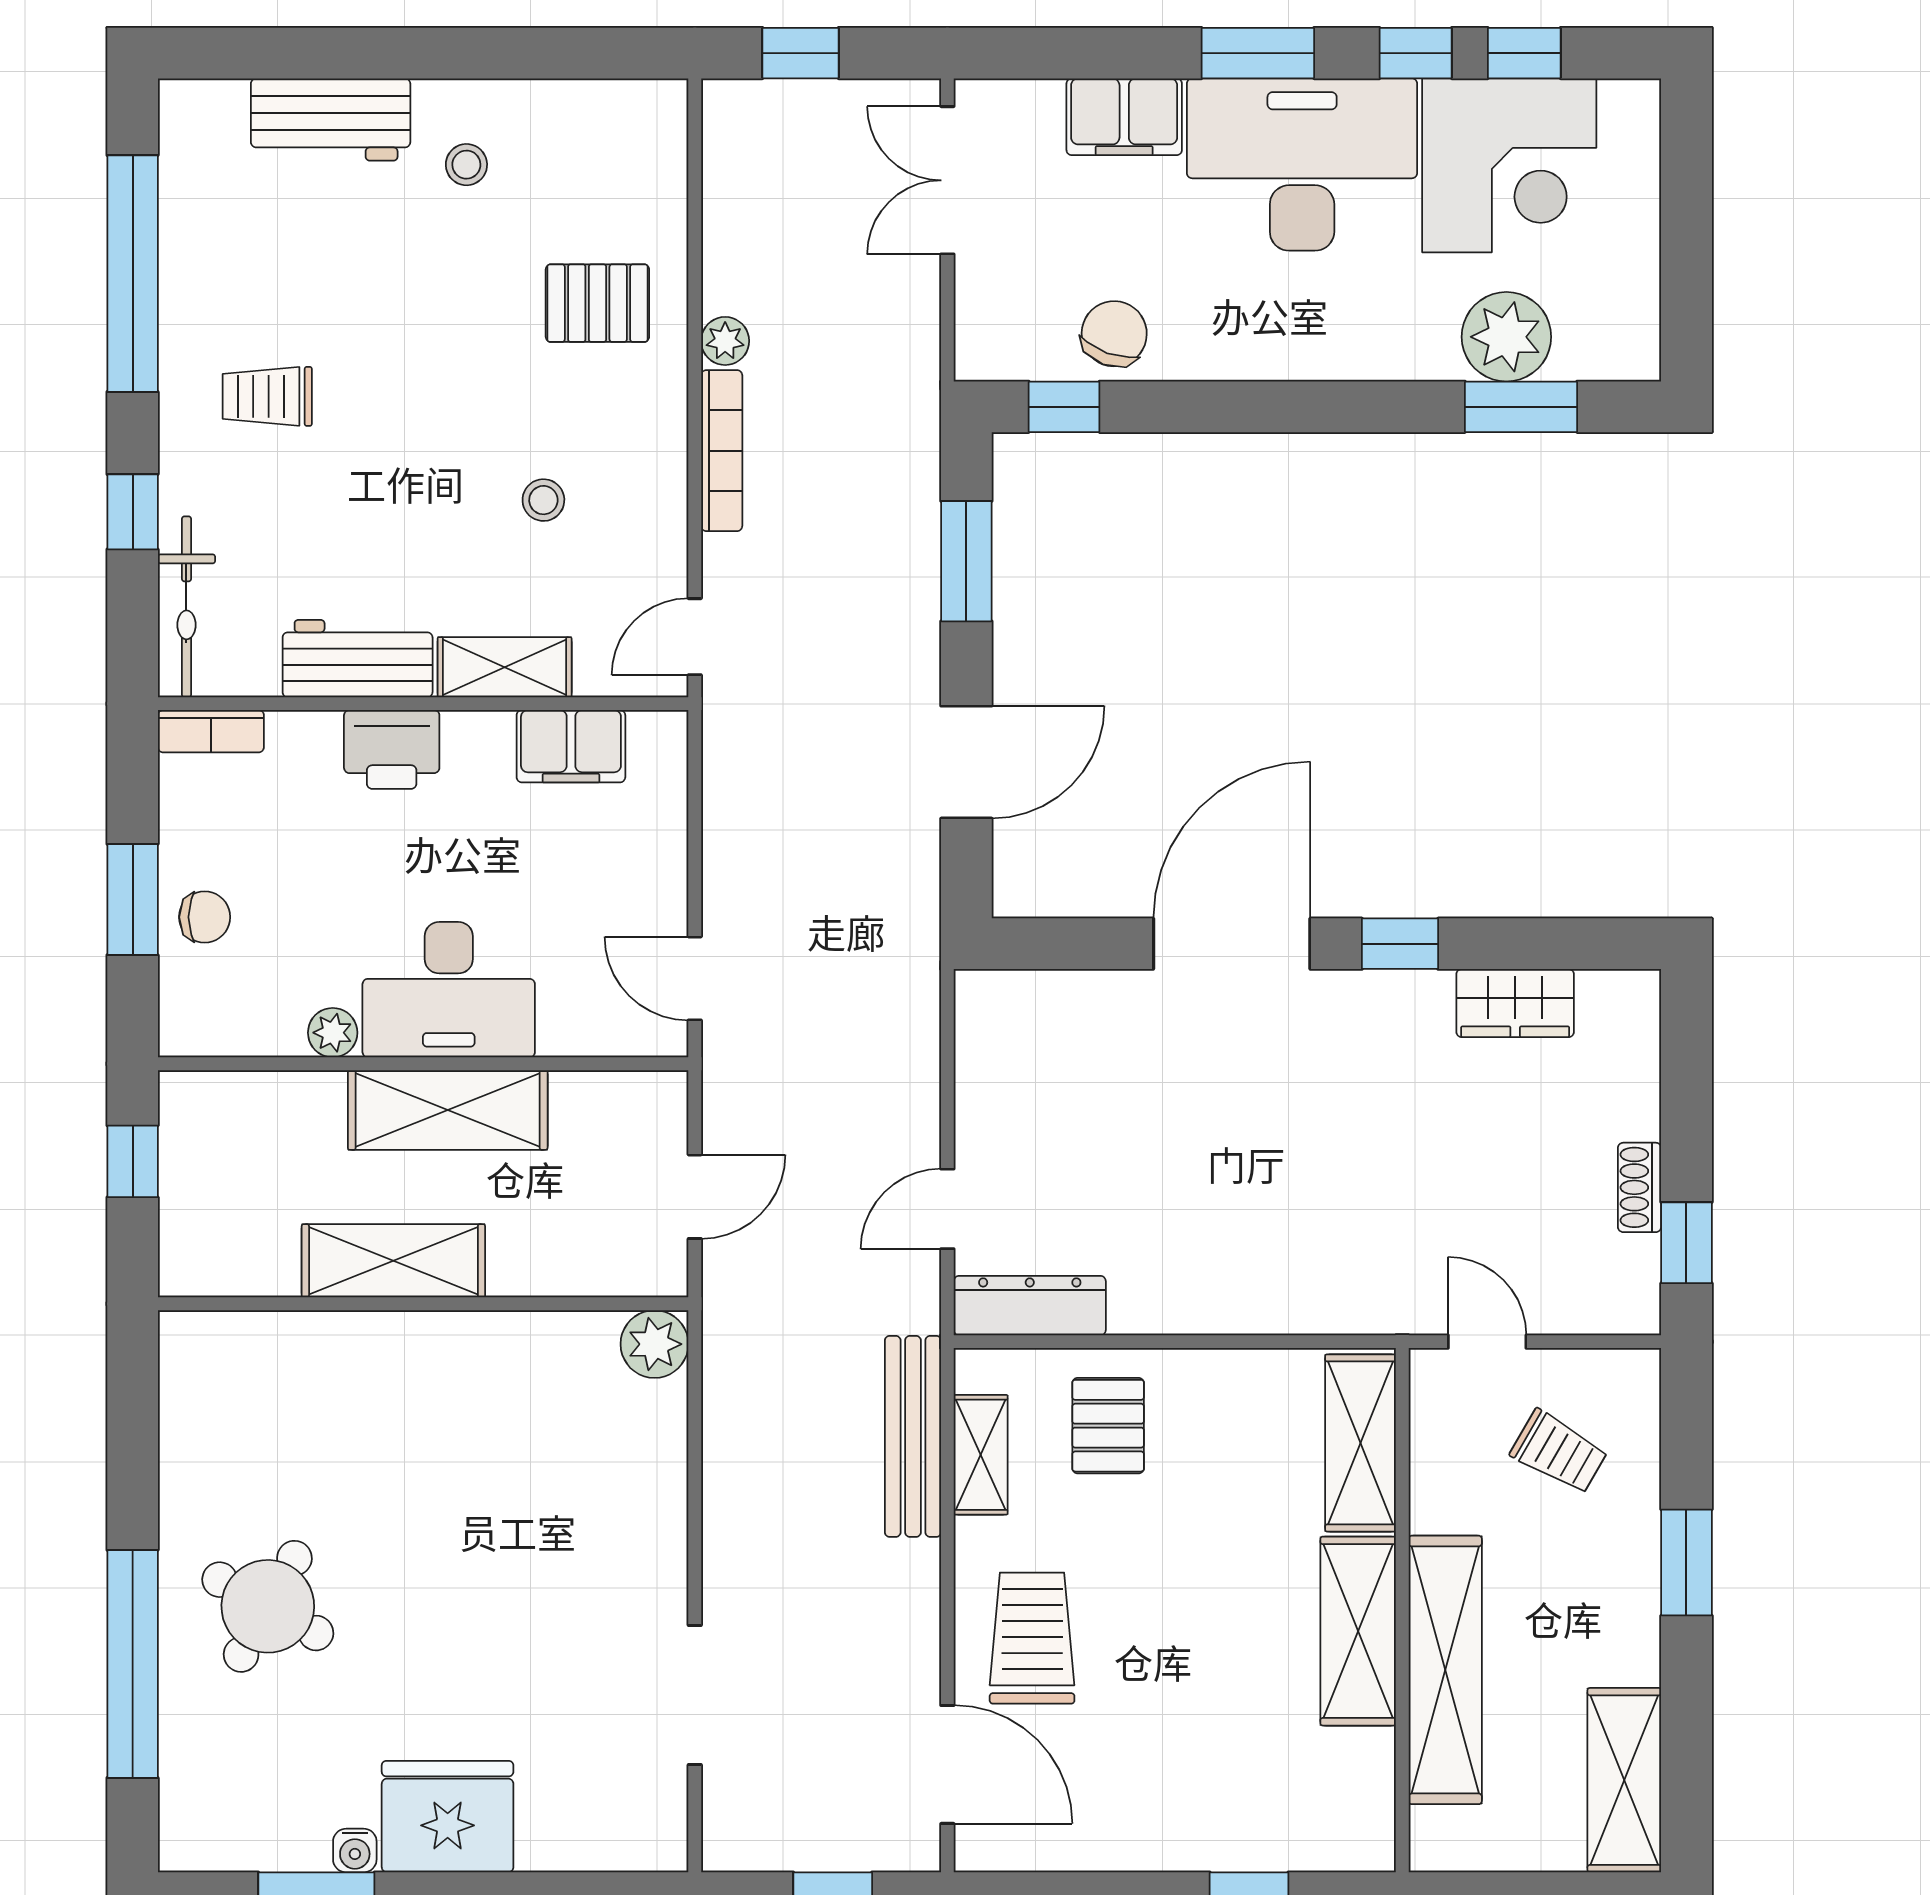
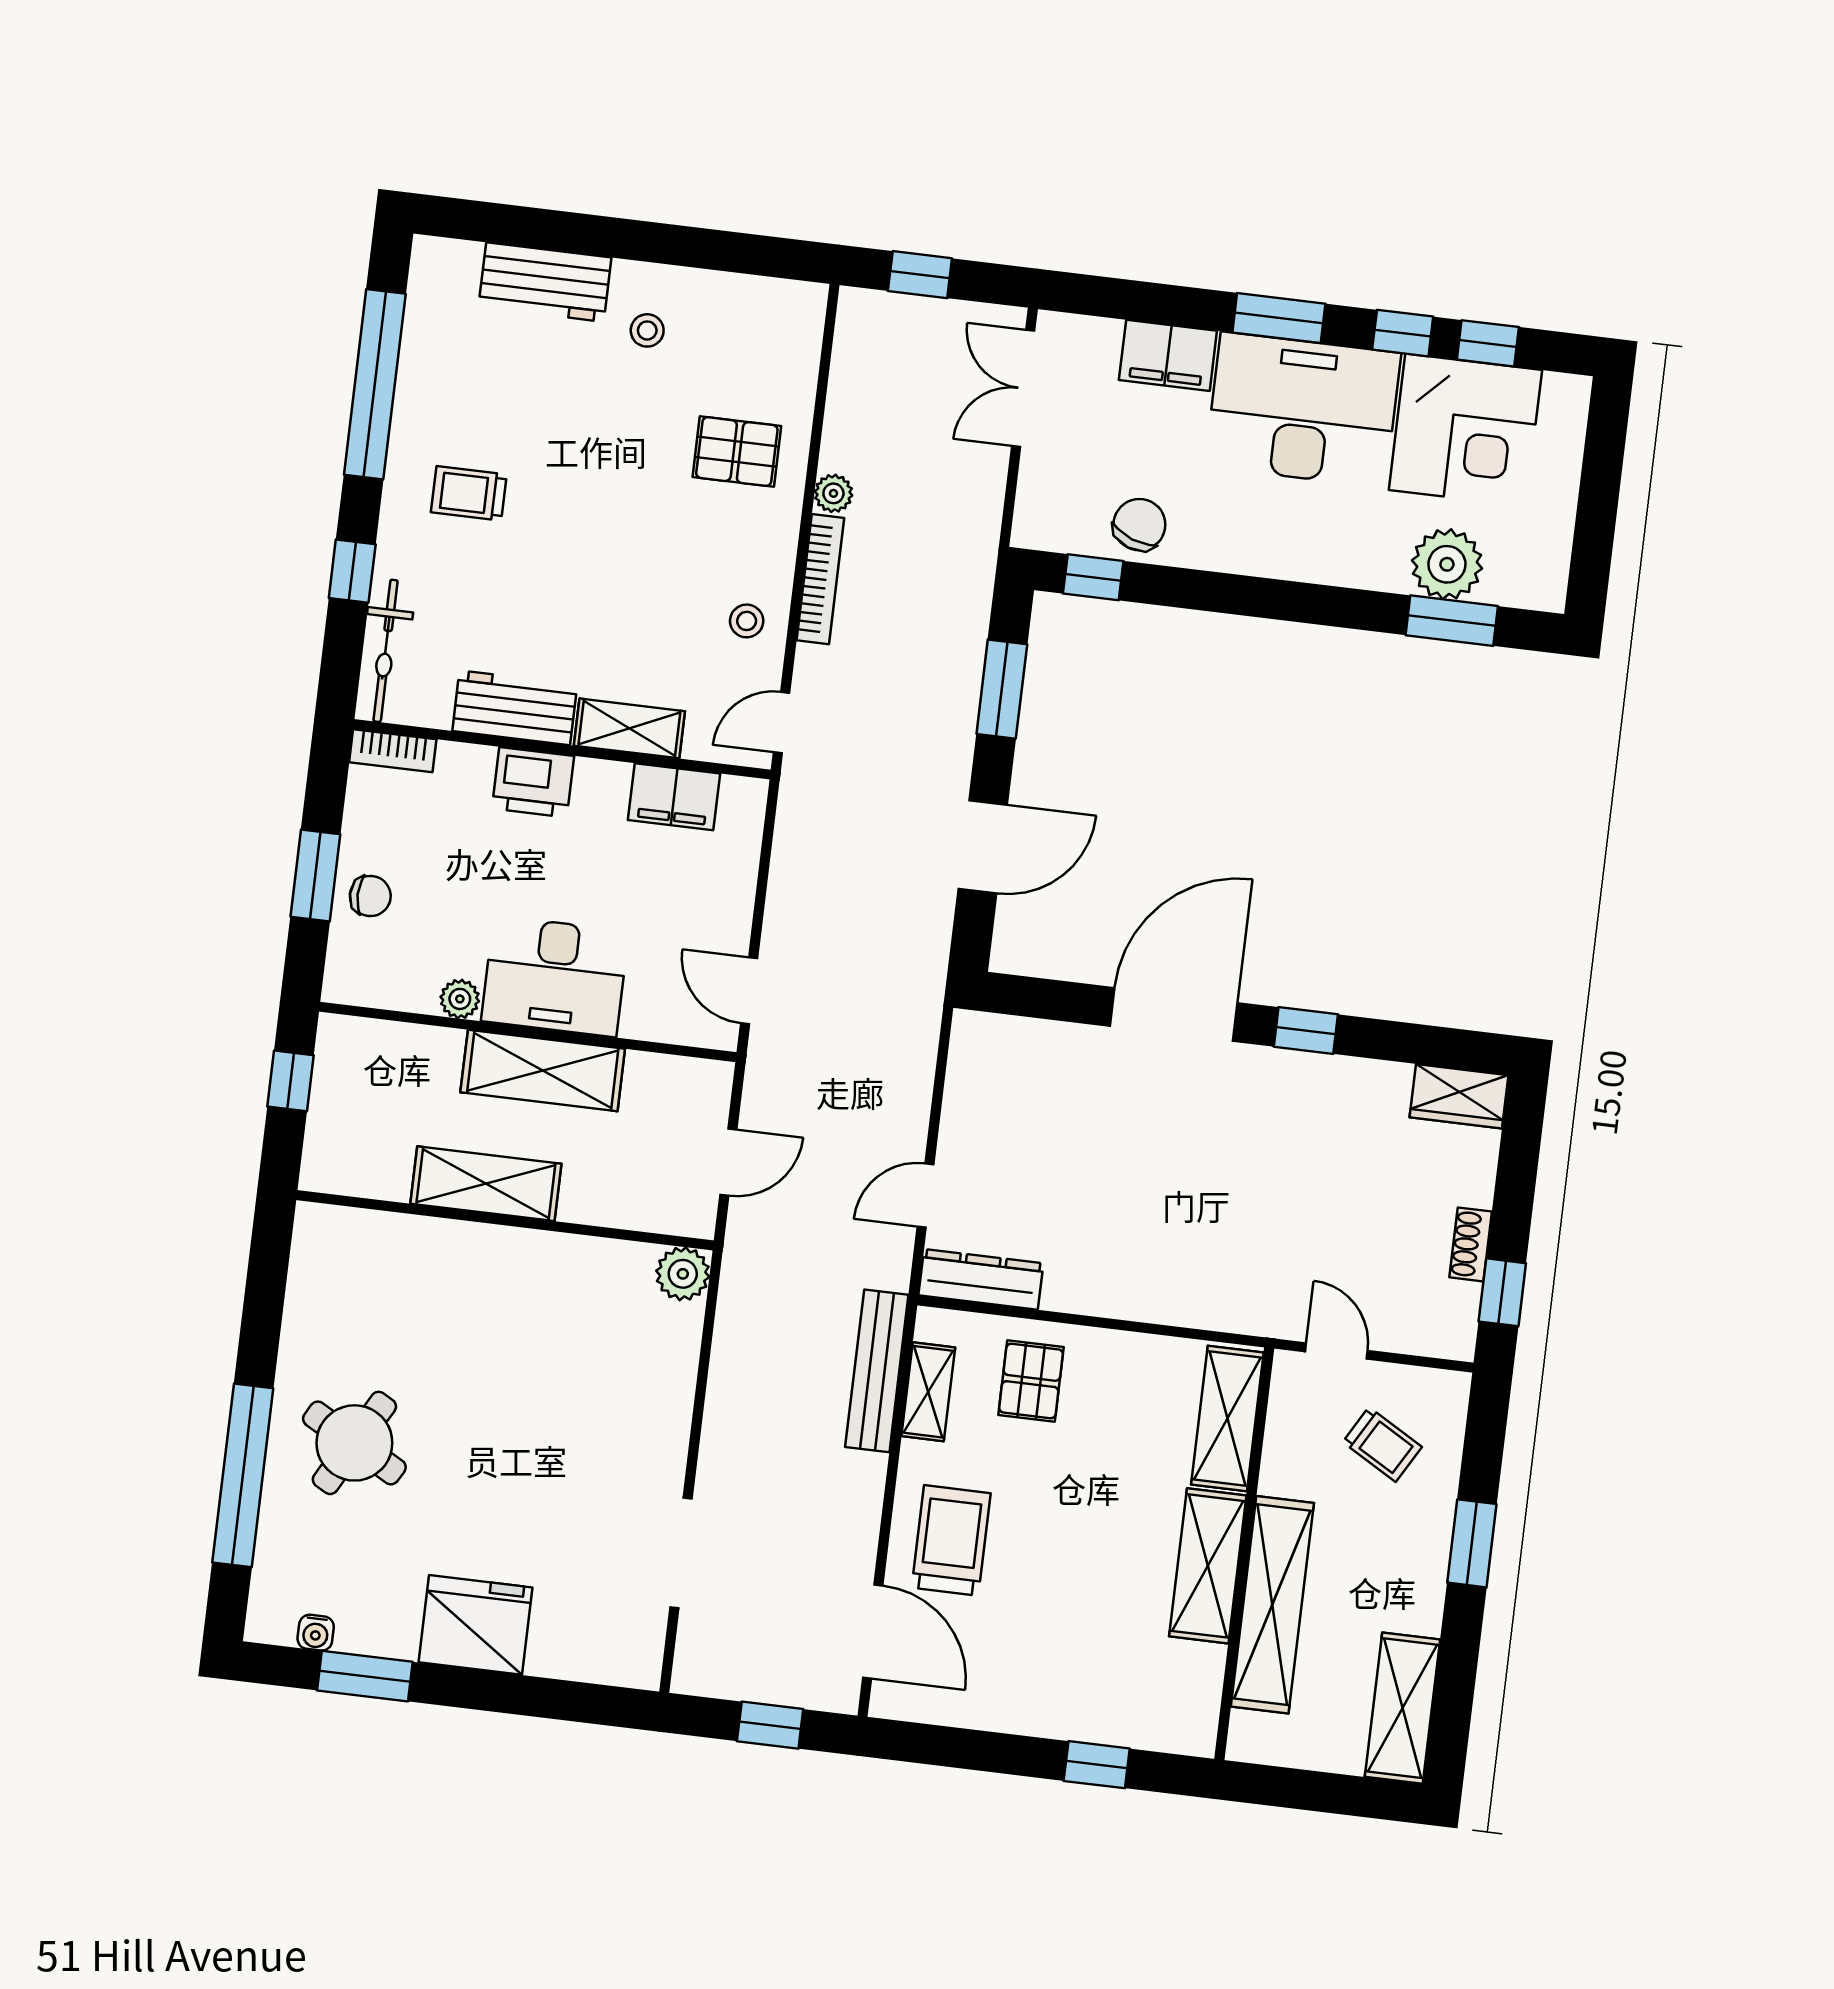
stool: (543, 500) -> (747, 621), moved
wardrobe: (1515, 1003) -> (1459, 1096), moved
water cooler: (355, 1850) -> (316, 1633), moved

